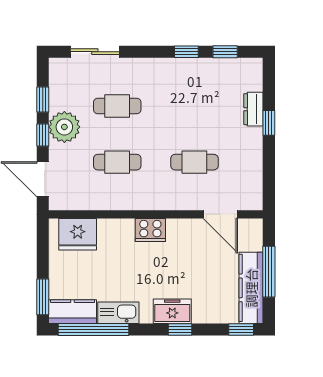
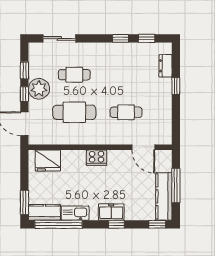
dresser: (253, 109) -> (165, 66), moved
cafe table: (117, 162) -> (74, 112), width x1.37, depth x1.35

